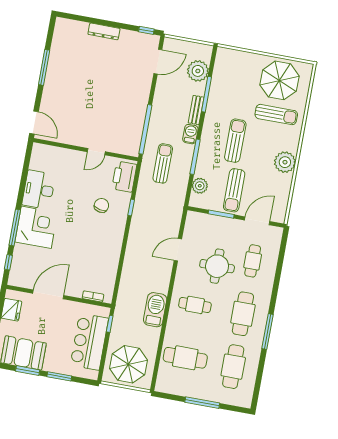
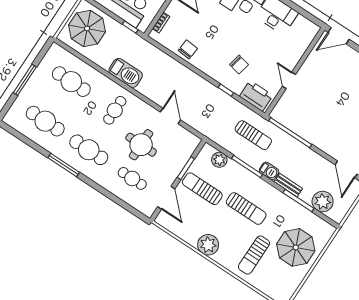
parasol: (280, 80) -> (296, 247), moved
chair: (108, 260) -> (188, 49), added
cafe table: (185, 358) -> (71, 82), turned 90

